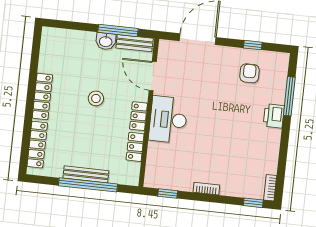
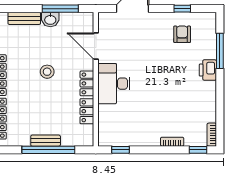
bench: (135, 43) -> (24, 18), moved
bench: (86, 174) -> (46, 141), width x0.73
bookcase: (206, 189) -> (172, 142), moved

